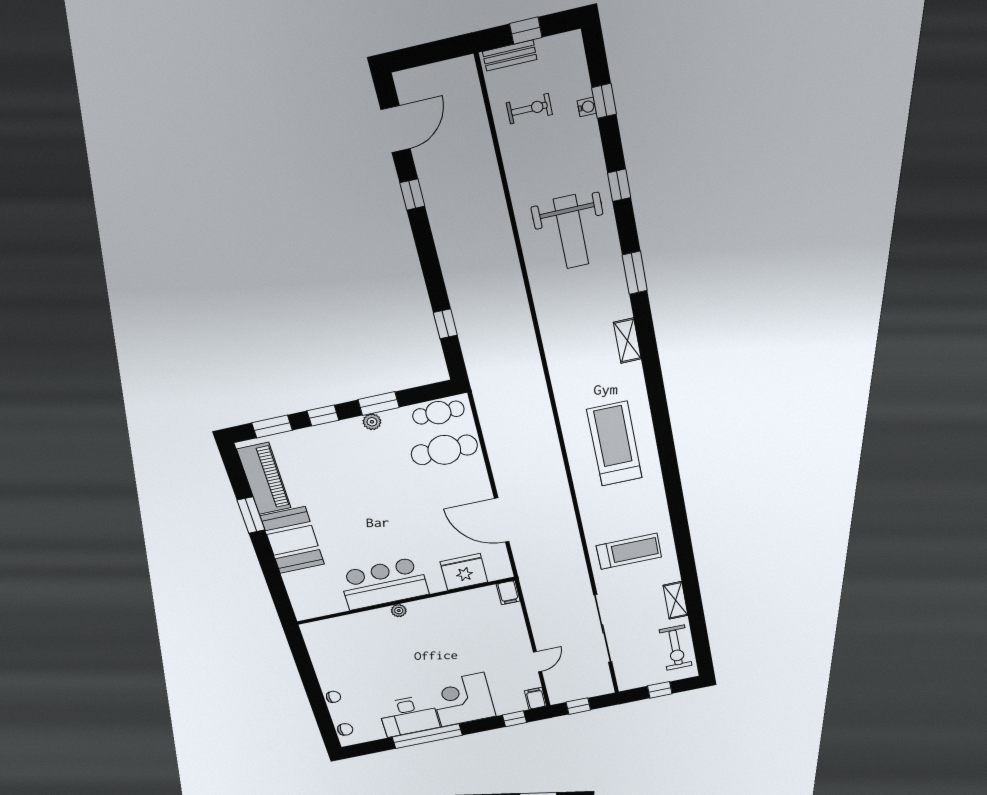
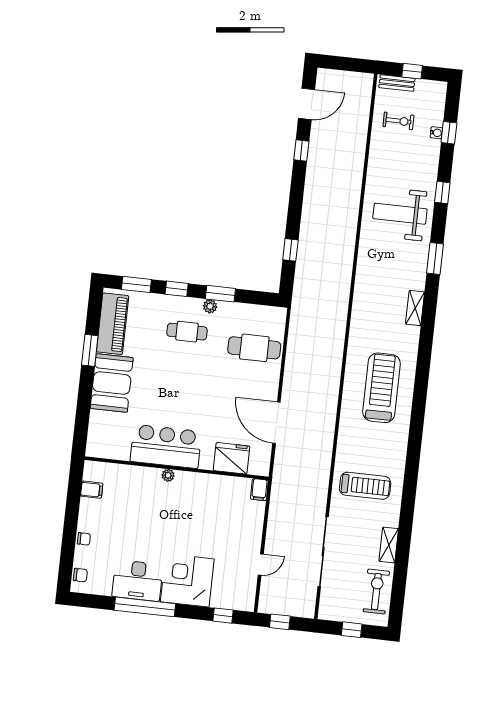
weight bench: (571, 232) -> (400, 214), turned 90
cafe table: (438, 413) -> (187, 332), moved
exercise bike: (676, 648) -> (376, 592), turned 180
filing cabinet: (536, 698) -> (92, 490), moved, turned 90

